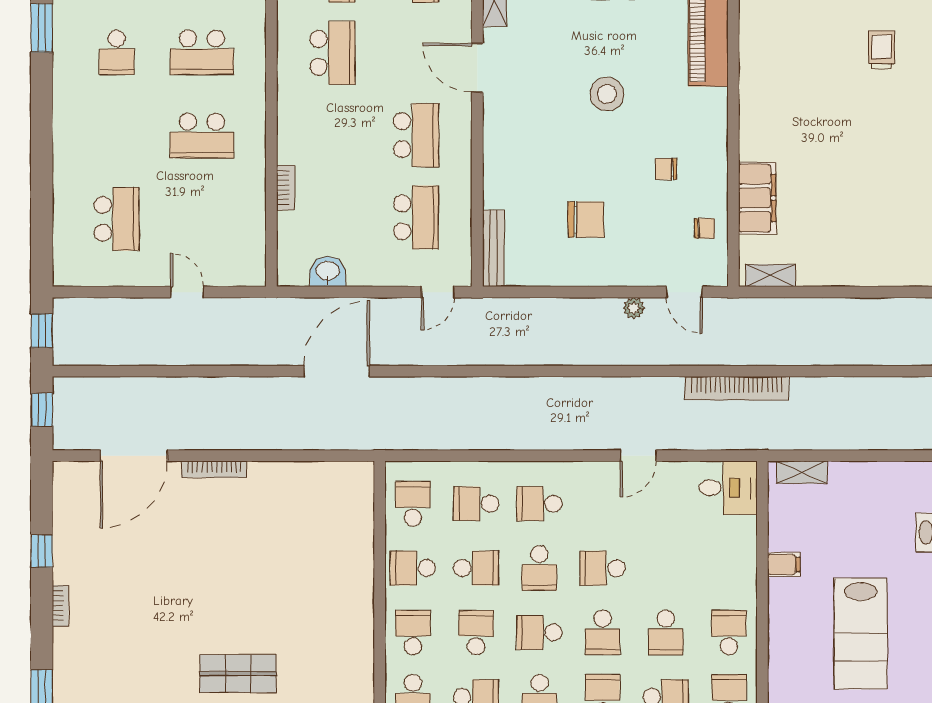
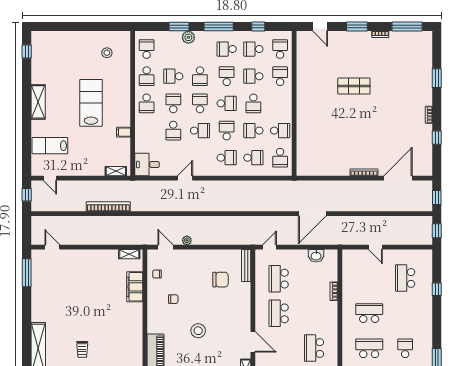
window: (42, 192) -> (437, 289), added
chair: (586, 220) -> (220, 280), moved, turned 180
bookcase: (737, 388) -> (108, 206), moved
school desk: (413, 632) -> (173, 131), moved

